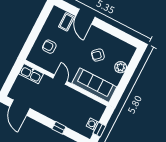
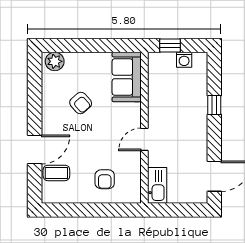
plant: (121, 67) -> (55, 61), moved
sofa: (94, 85) -> (127, 77), width x0.73
window: (99, 130) -> (170, 45), moved

